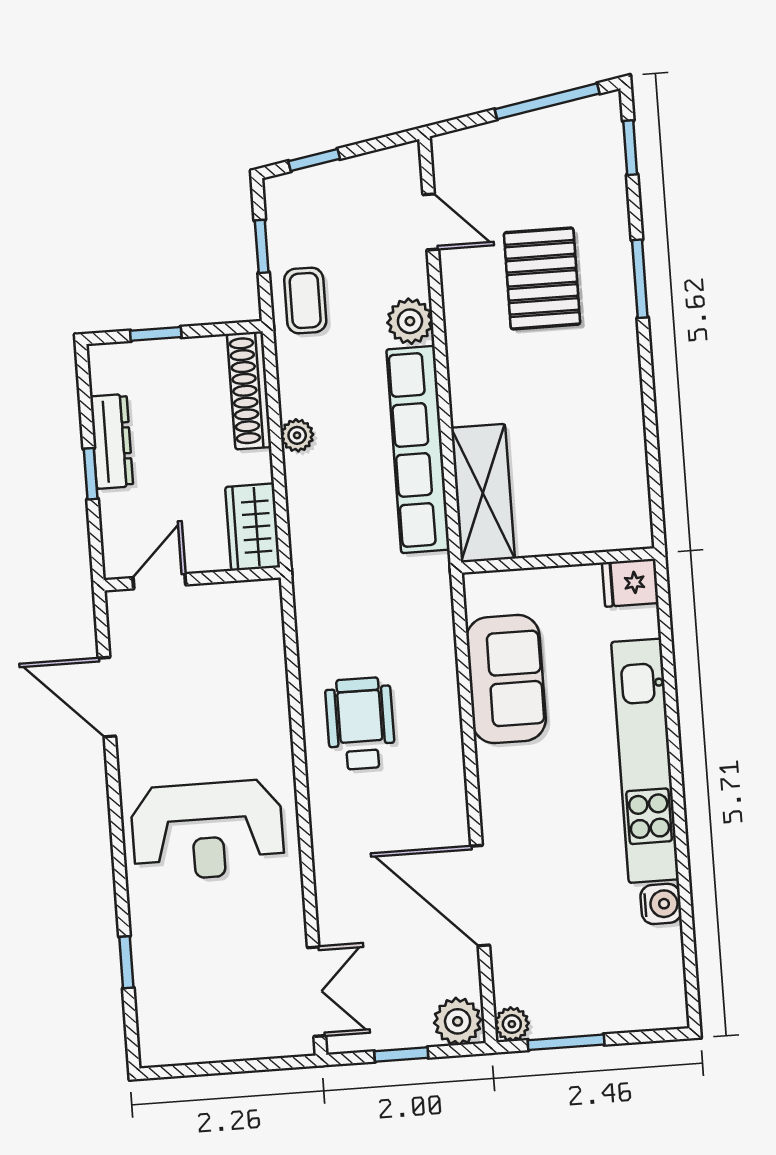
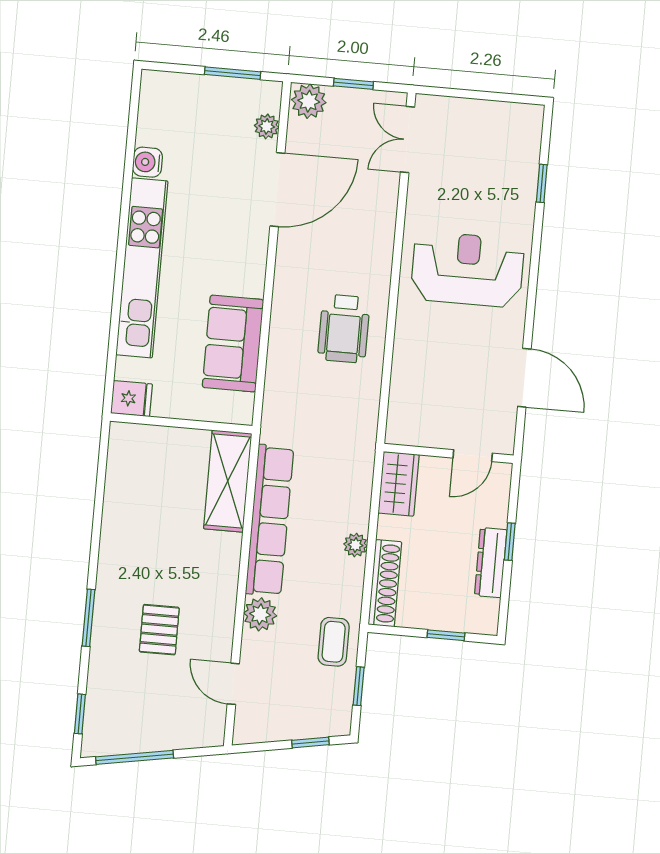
pallet: (542, 278) -> (159, 630), width x0.67, depth x0.71
door: (480, 896) -> (277, 190), hinge flipped
plant: (512, 1024) -> (267, 126), moved

